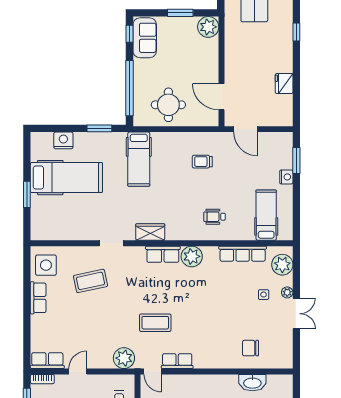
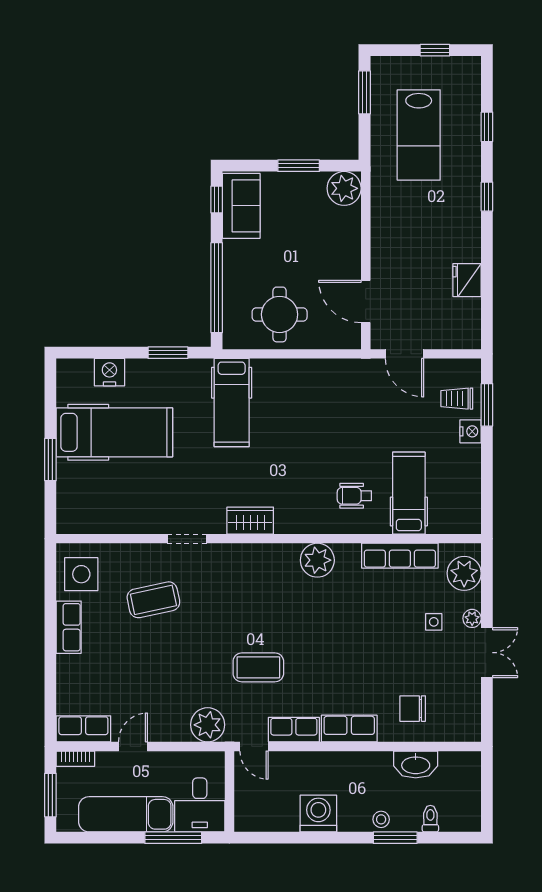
trolley: (202, 162) -> (457, 399), moved
hospital bed: (266, 215) -> (409, 493), moved
row of seats: (163, 254) -> (349, 729), moved, turned 180

